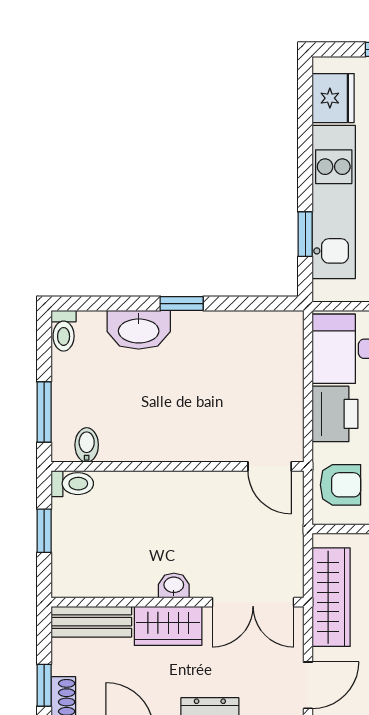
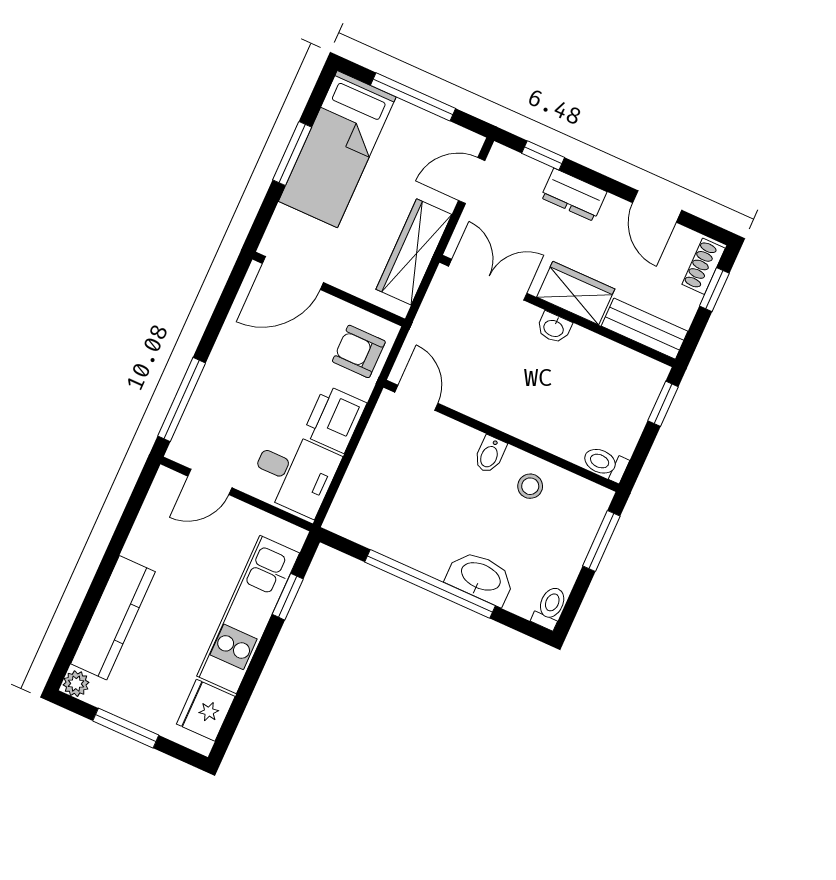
window: (182, 304) -> (430, 584), width x3.17
stool: (131, 433) -> (530, 486), added
bidet: (87, 445) -> (490, 454), moved
window: (44, 531) -> (663, 404), moved

